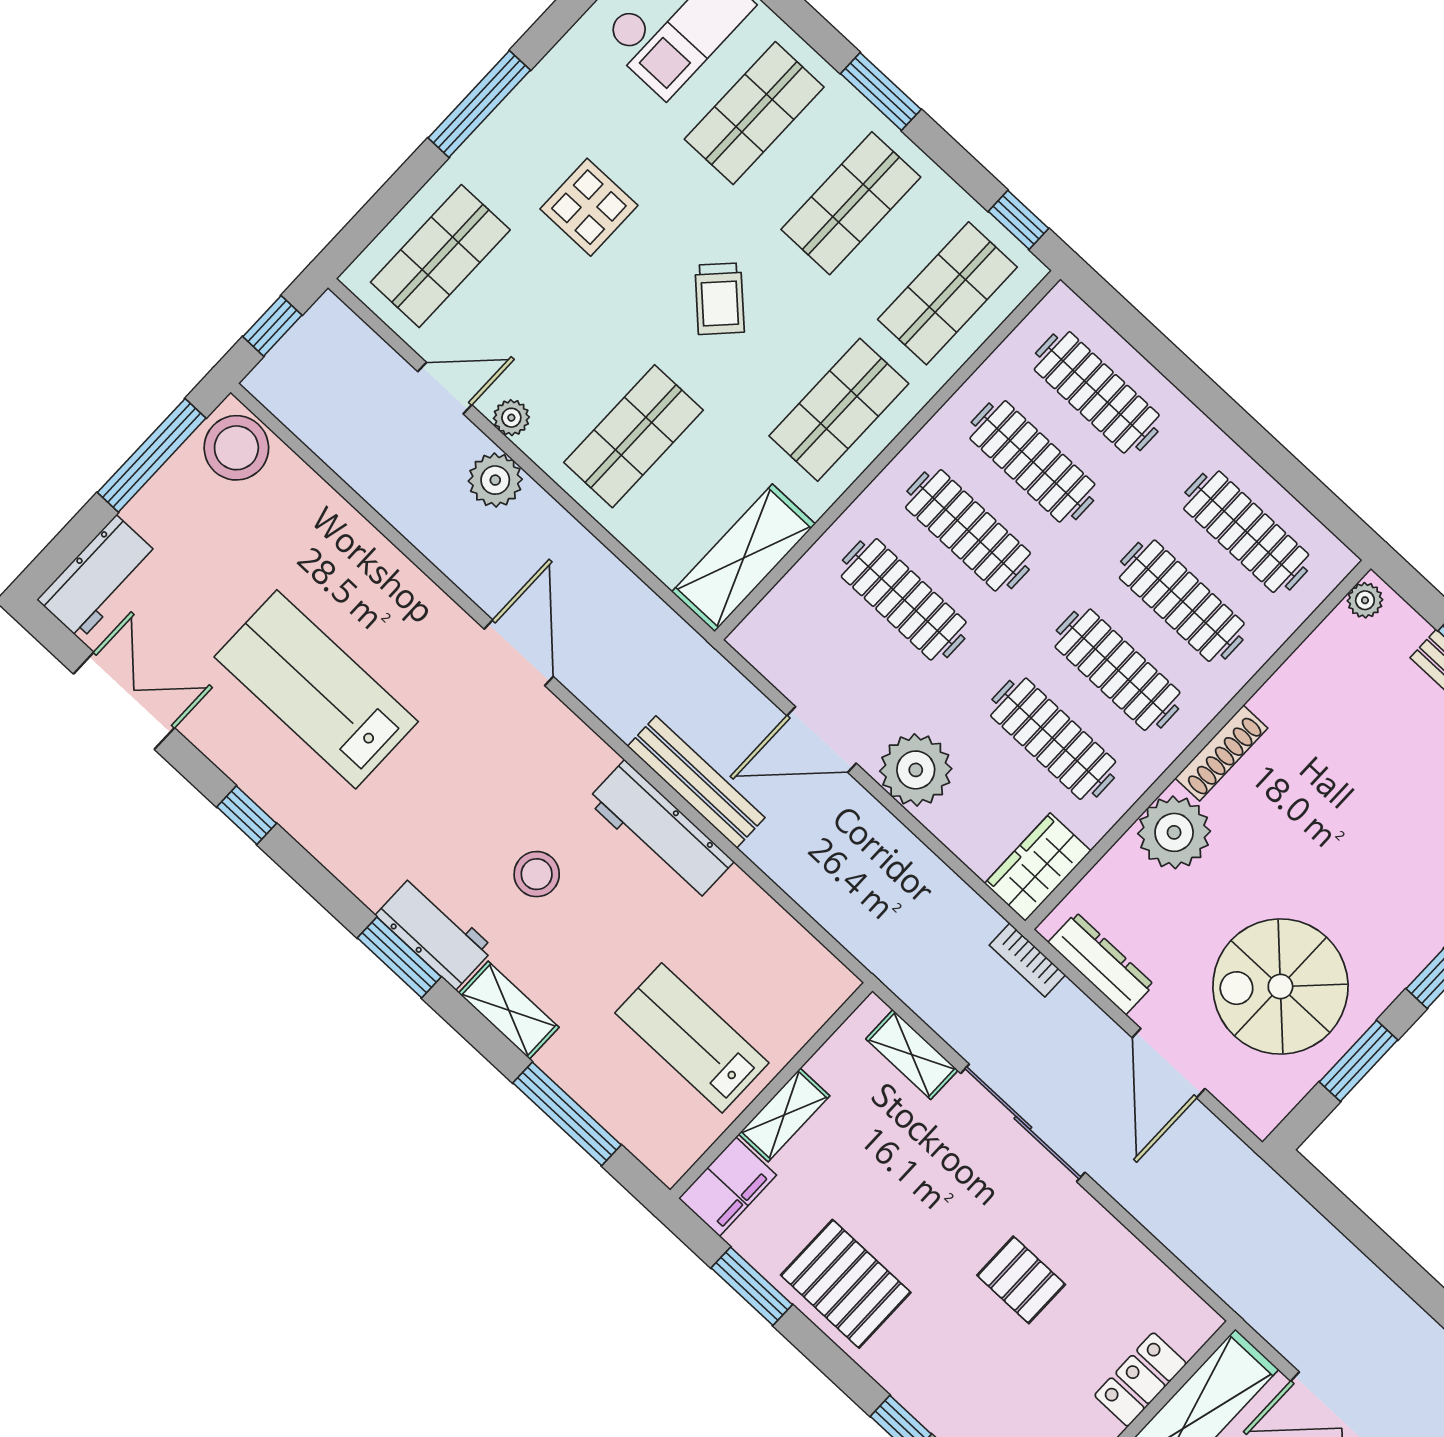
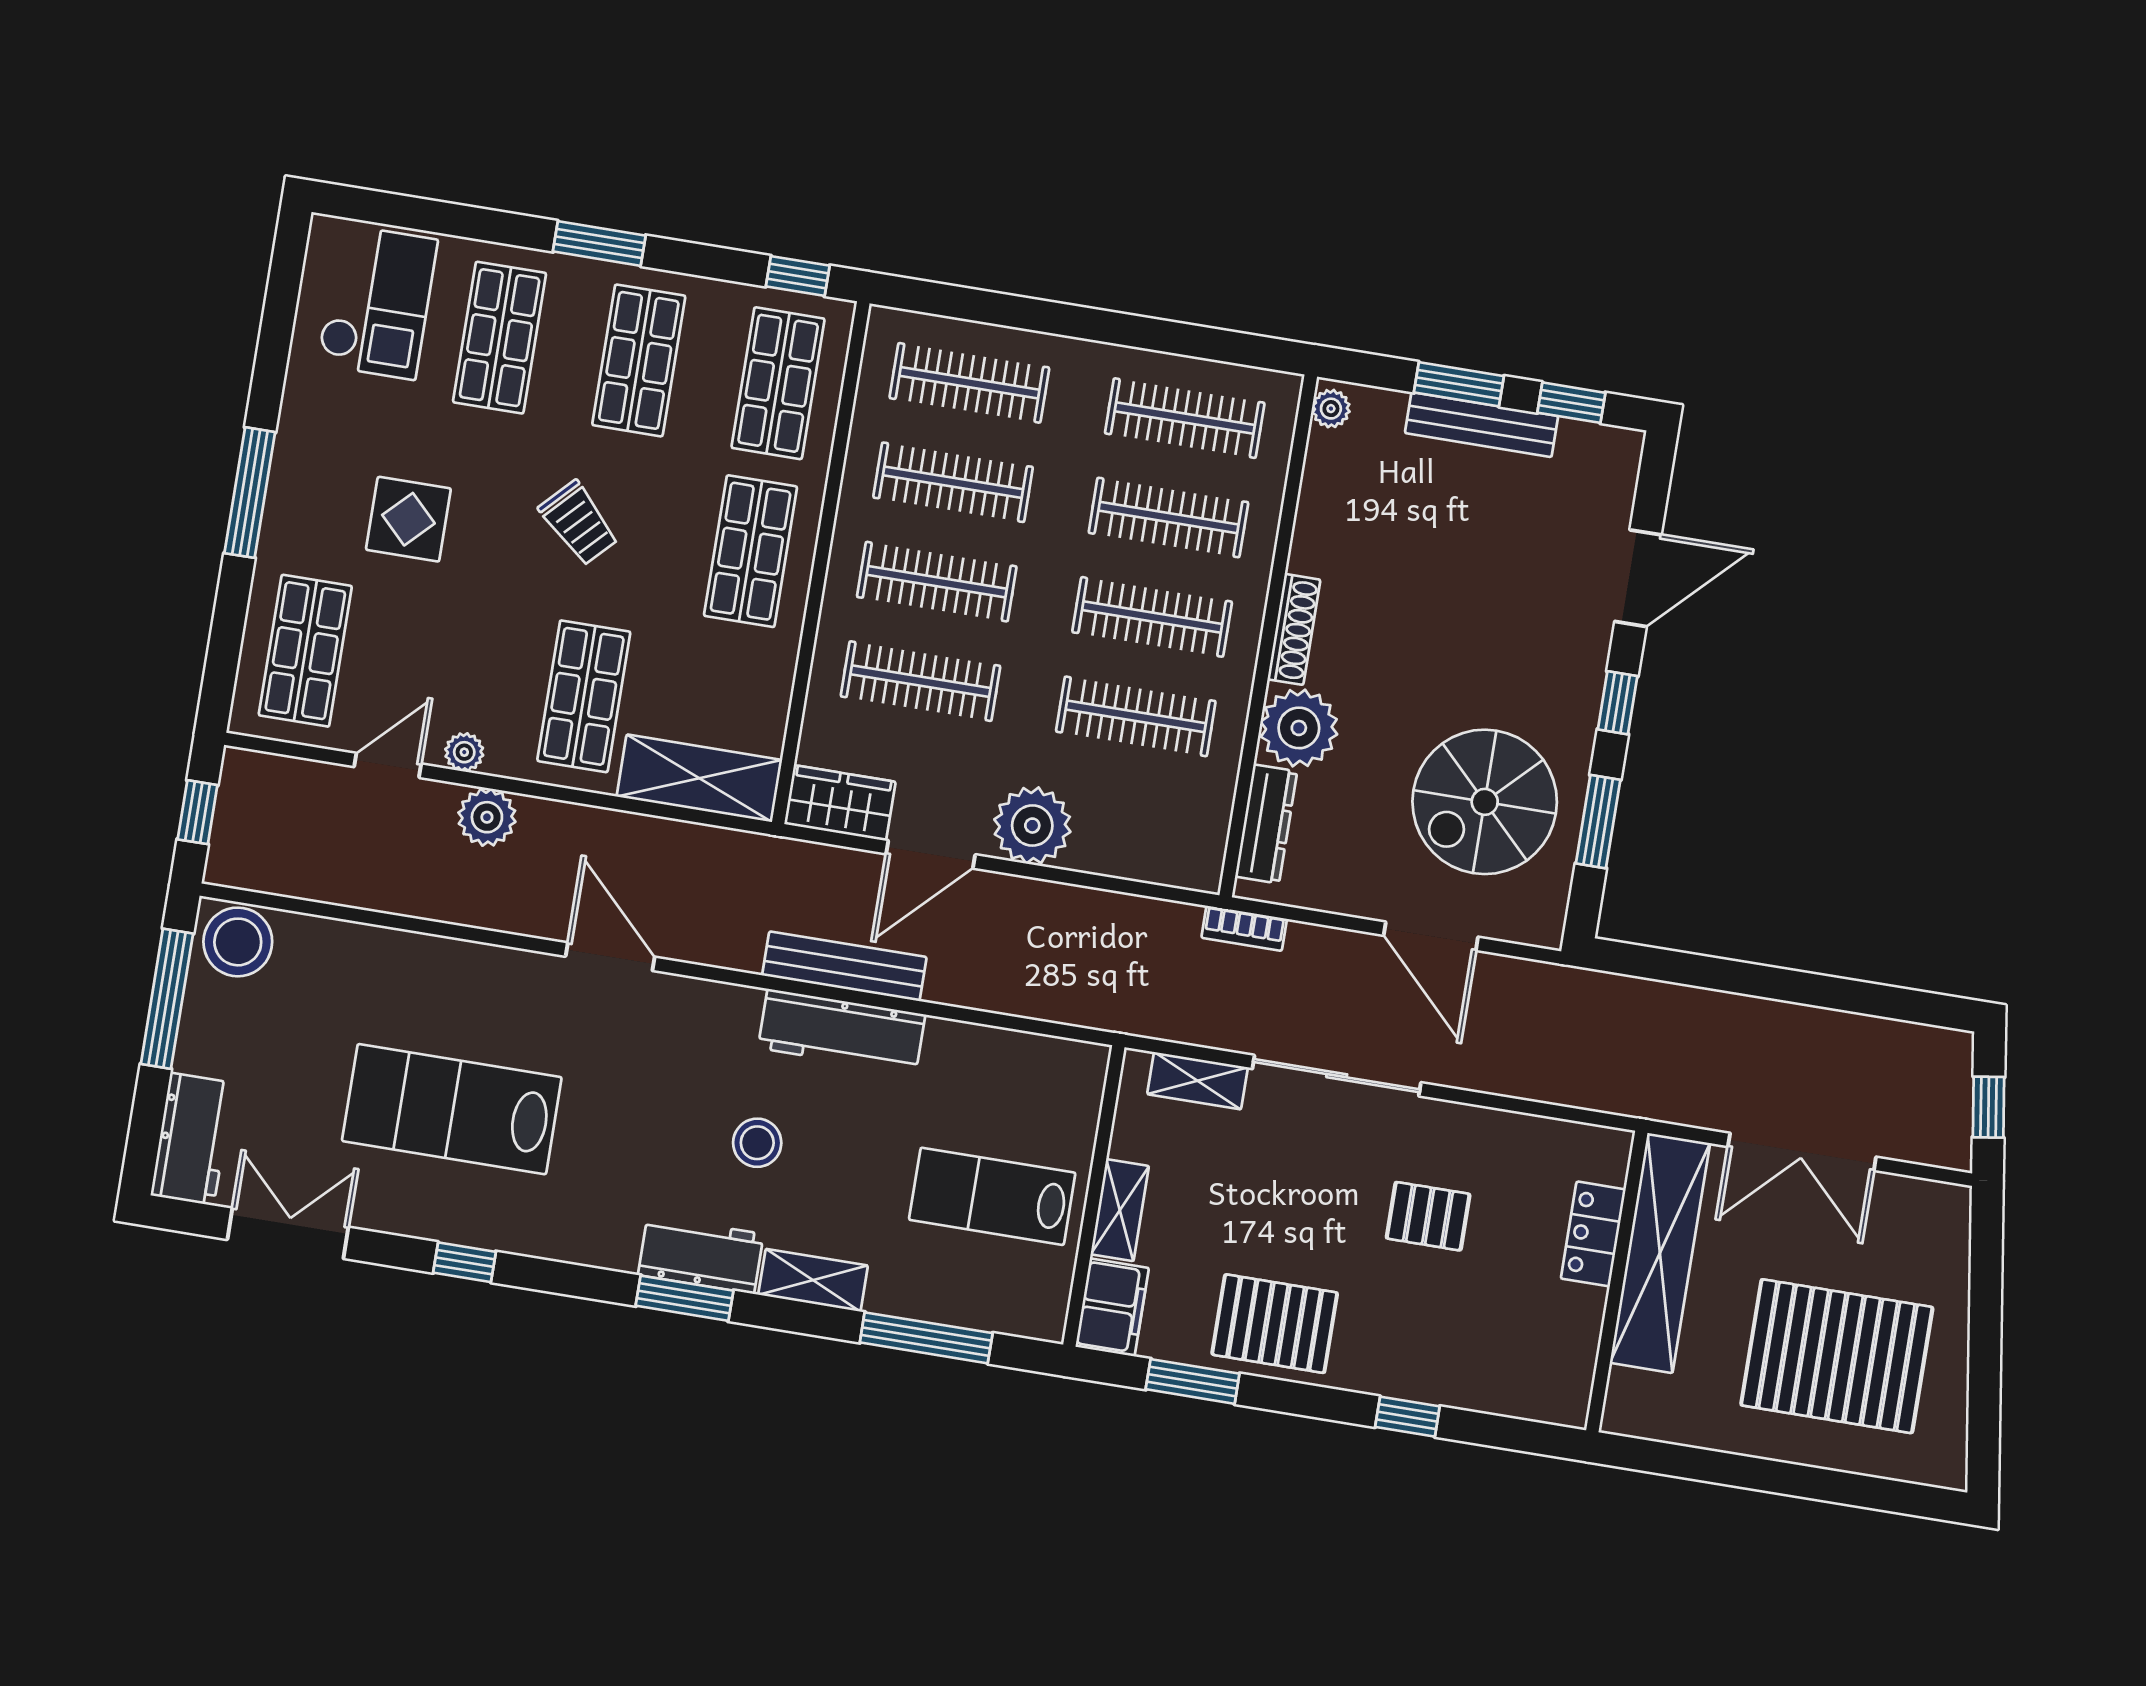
shelving: (744, 558) -> (699, 778), moved, turned 90
wardrobe: (1038, 867) -> (840, 803), moved, turned 90
dresser: (1101, 964) -> (1266, 824), moved, turned 90

